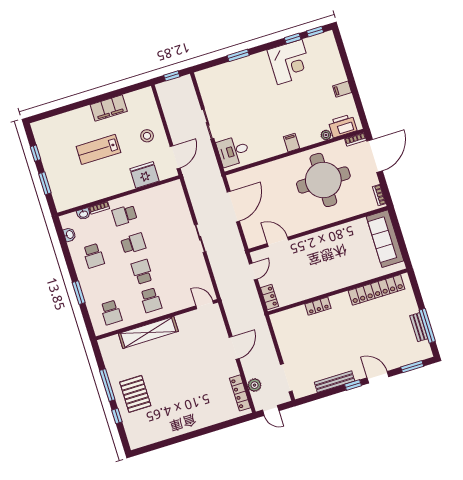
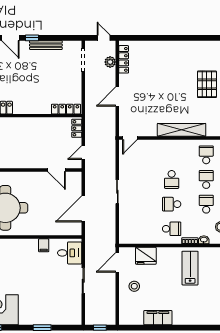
filing cabinet: (292, 143) -> (44, 245), moved
lab bench: (98, 149) -> (190, 268), moved, turned -90
school desk: (151, 300) -> (206, 179), moved
door: (205, 305) -> (130, 138), hinge flipped
locker: (318, 306) -> (66, 109), moved, width x1.53

